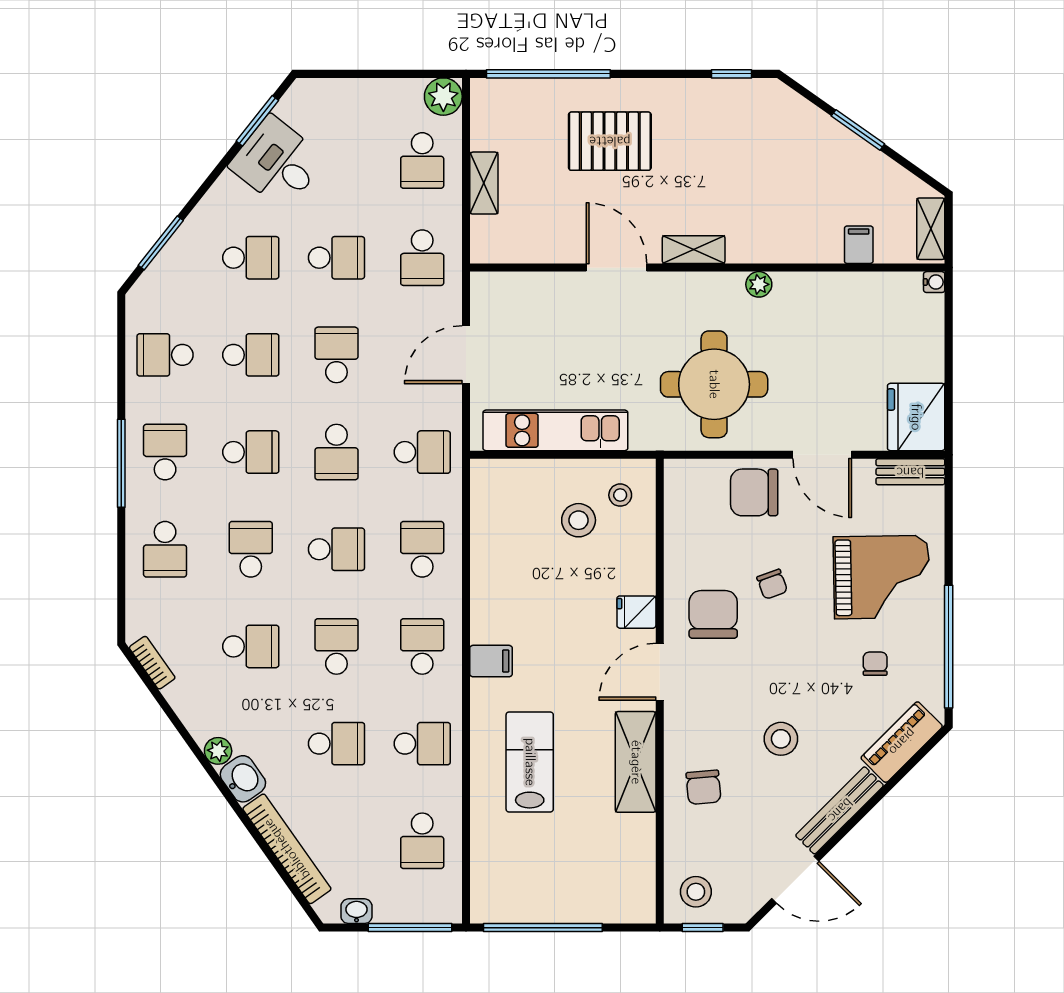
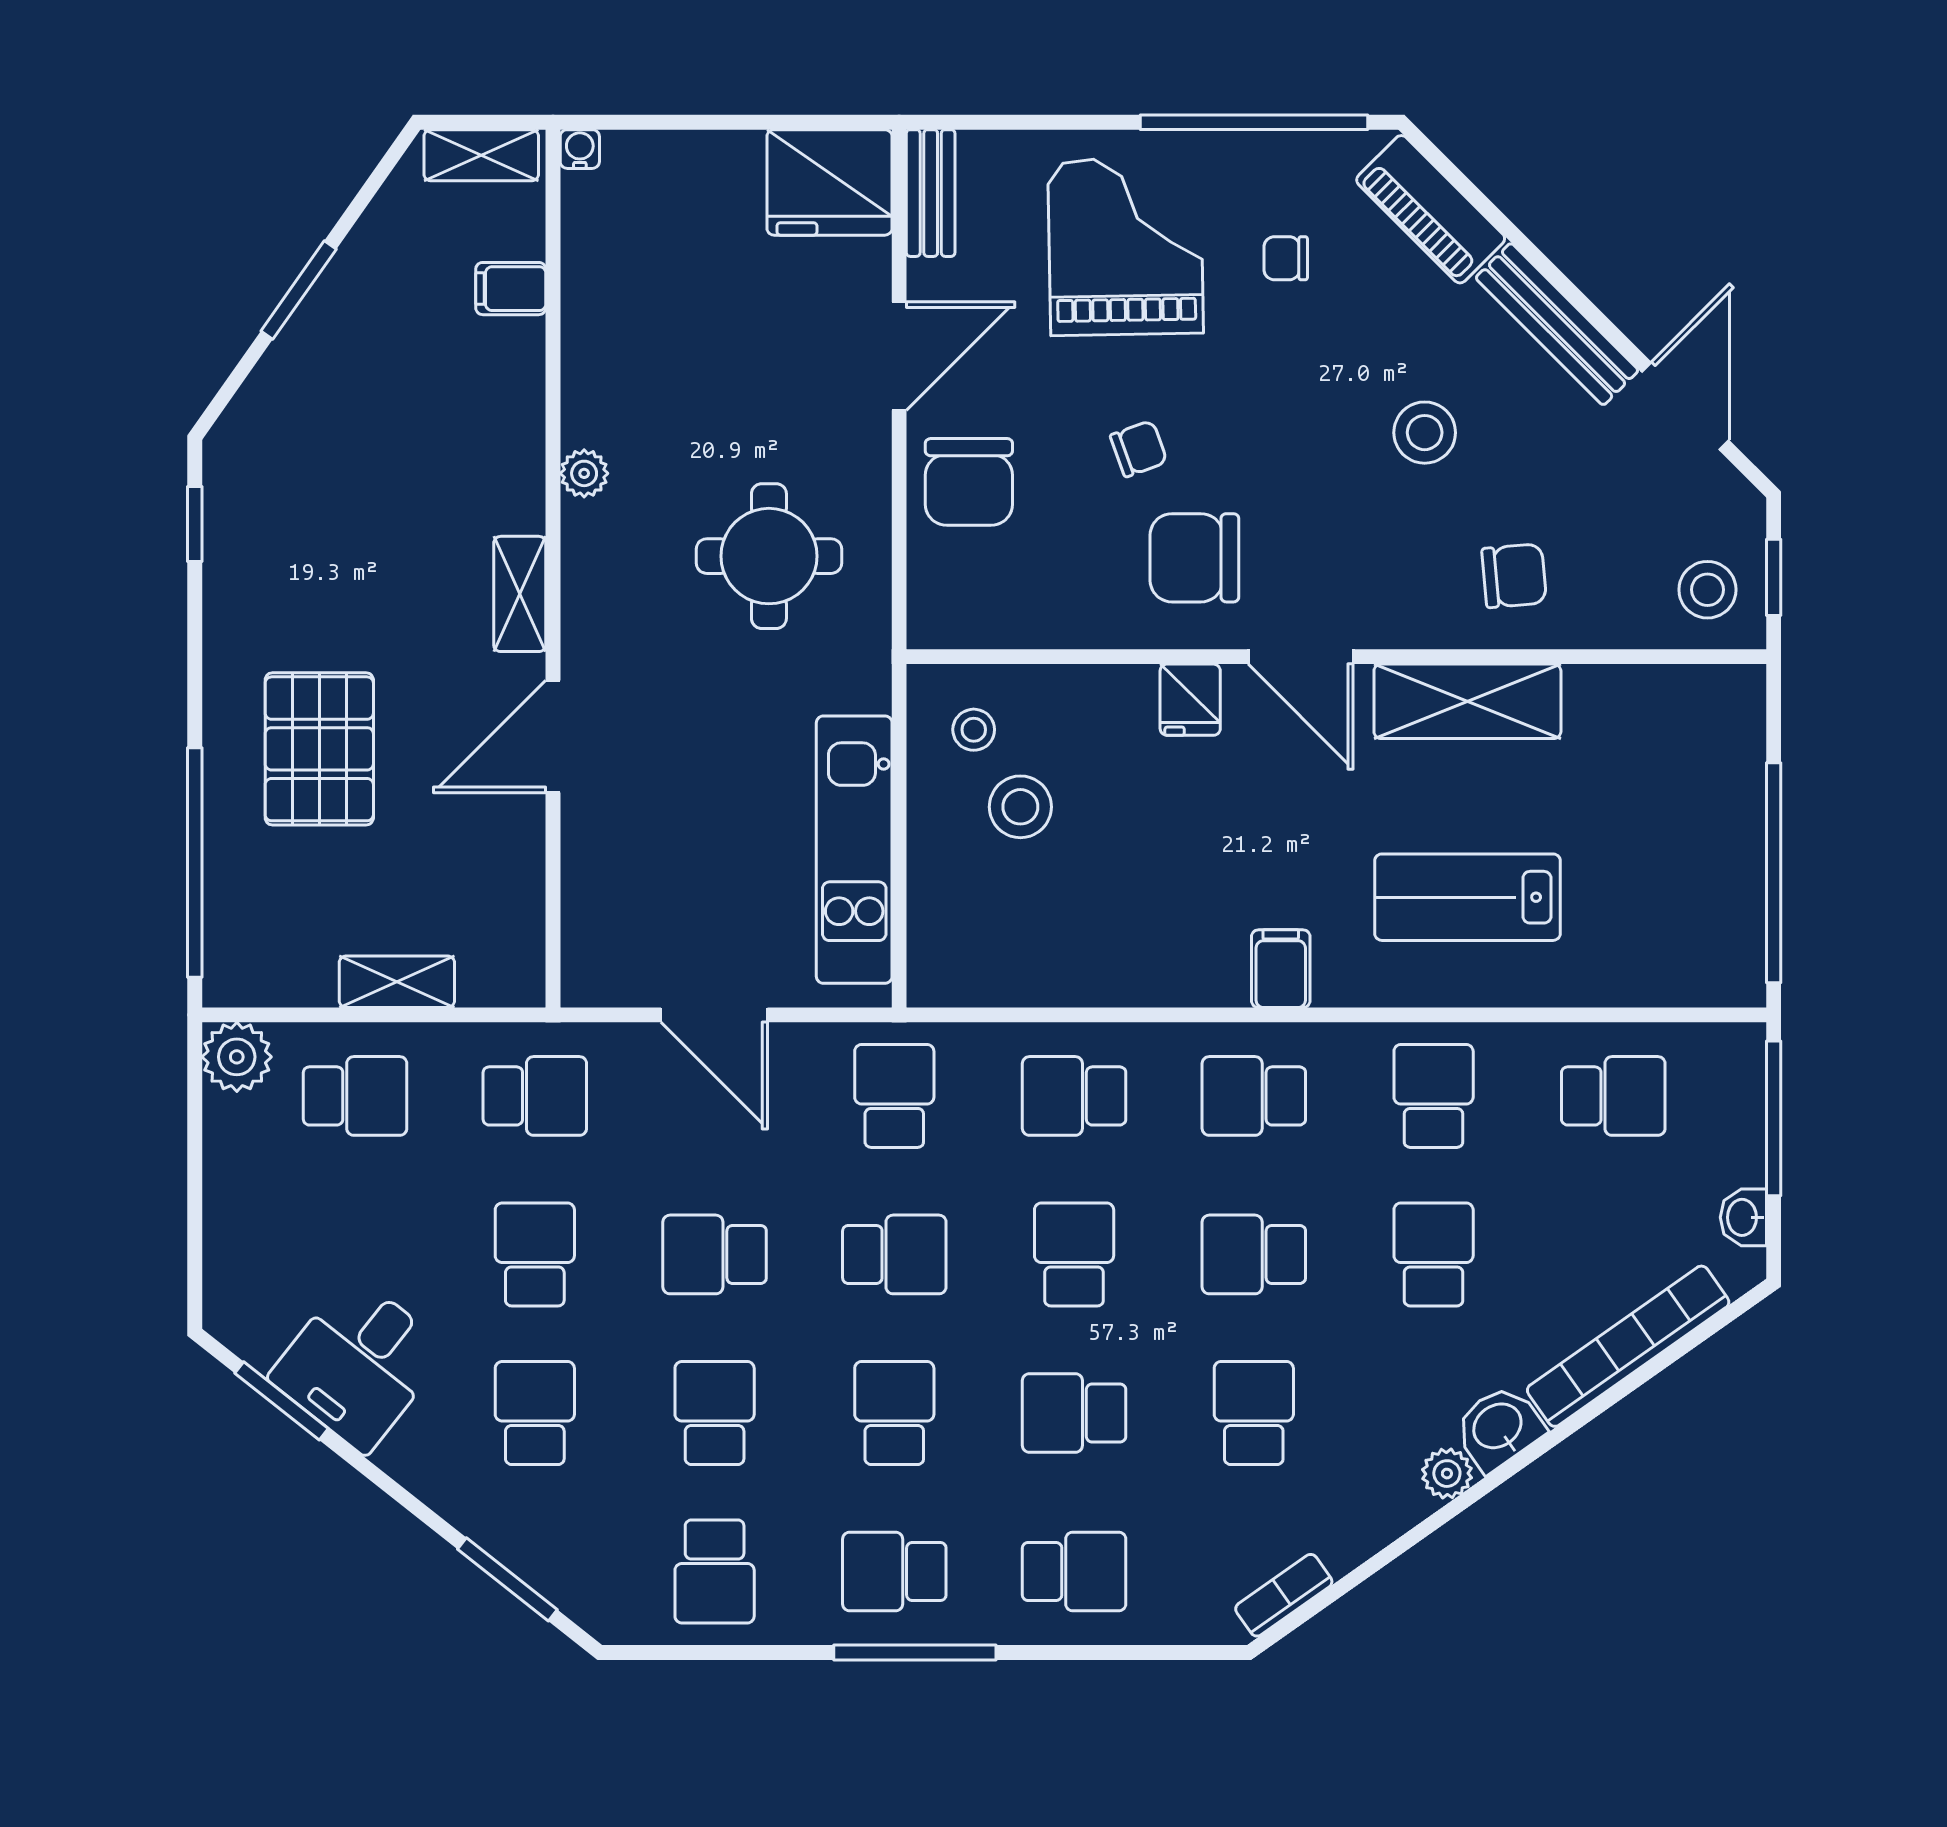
round table: (714, 384) -> (769, 556), width x0.73, depth x0.73

